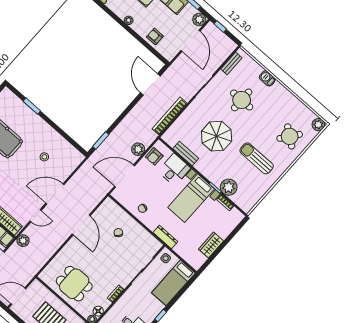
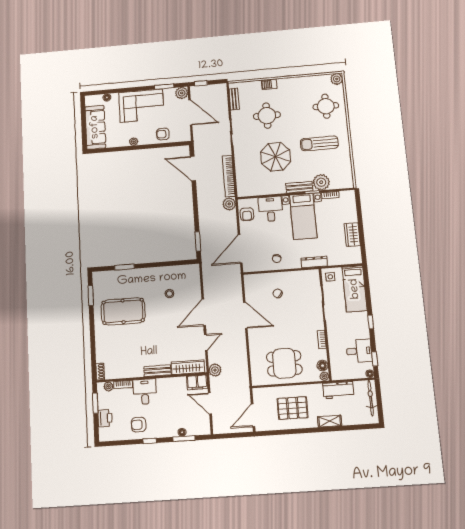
round table: (290, 136) -> (326, 106), turned -37
plant: (138, 149) -> (229, 204), moved
bench: (186, 154) -> (299, 187), moved

